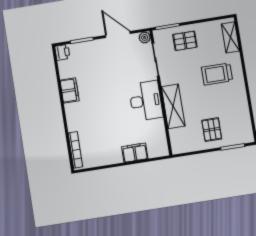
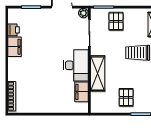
pallet: (185, 41) -> (116, 21), turned 90
printer: (62, 52) -> (13, 30), moved
filing cabinet: (135, 153) -> (82, 92), moved, turned -90

